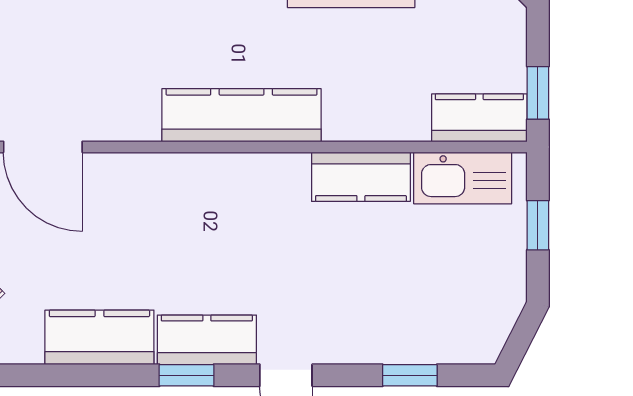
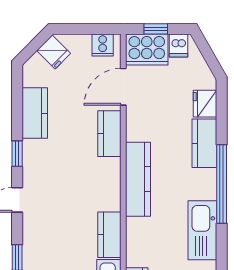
kitchen counter: (207, 340) -> (109, 134), moved, turned 180

